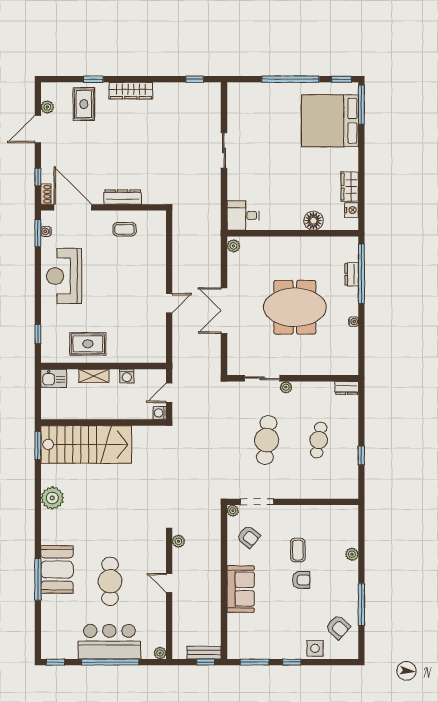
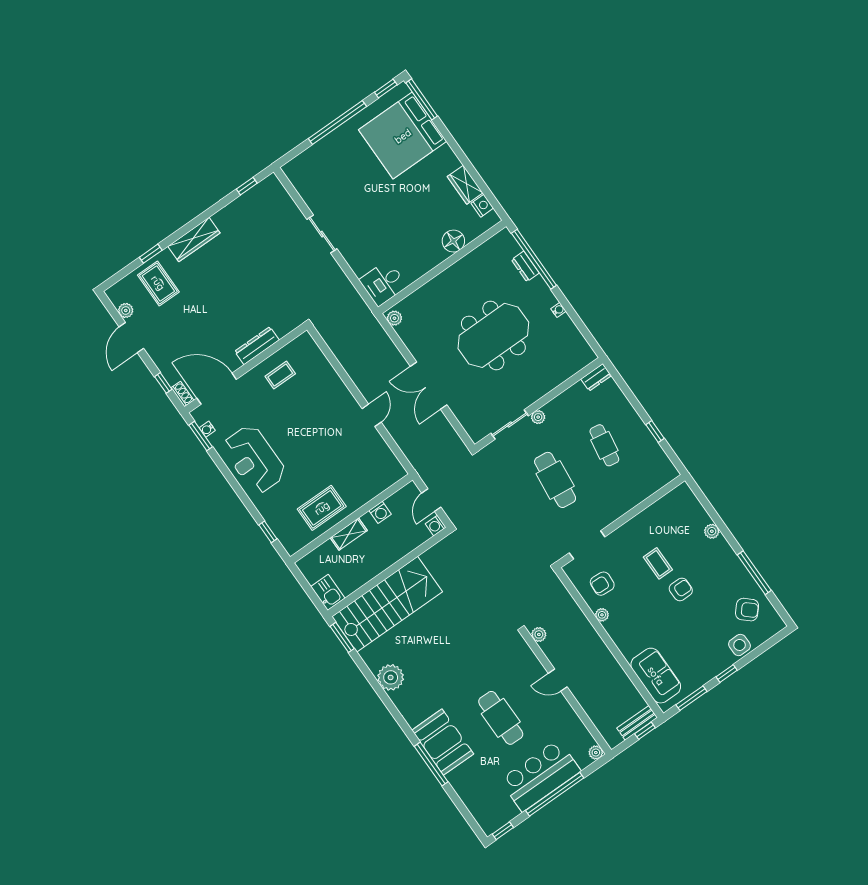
kitchen sink: (54, 378) -> (328, 592), moved, turned -90
plant: (233, 511) -> (602, 615), moved
armchair: (248, 537) -> (602, 584), turned 145
sofa: (241, 589) -> (656, 676), moved

